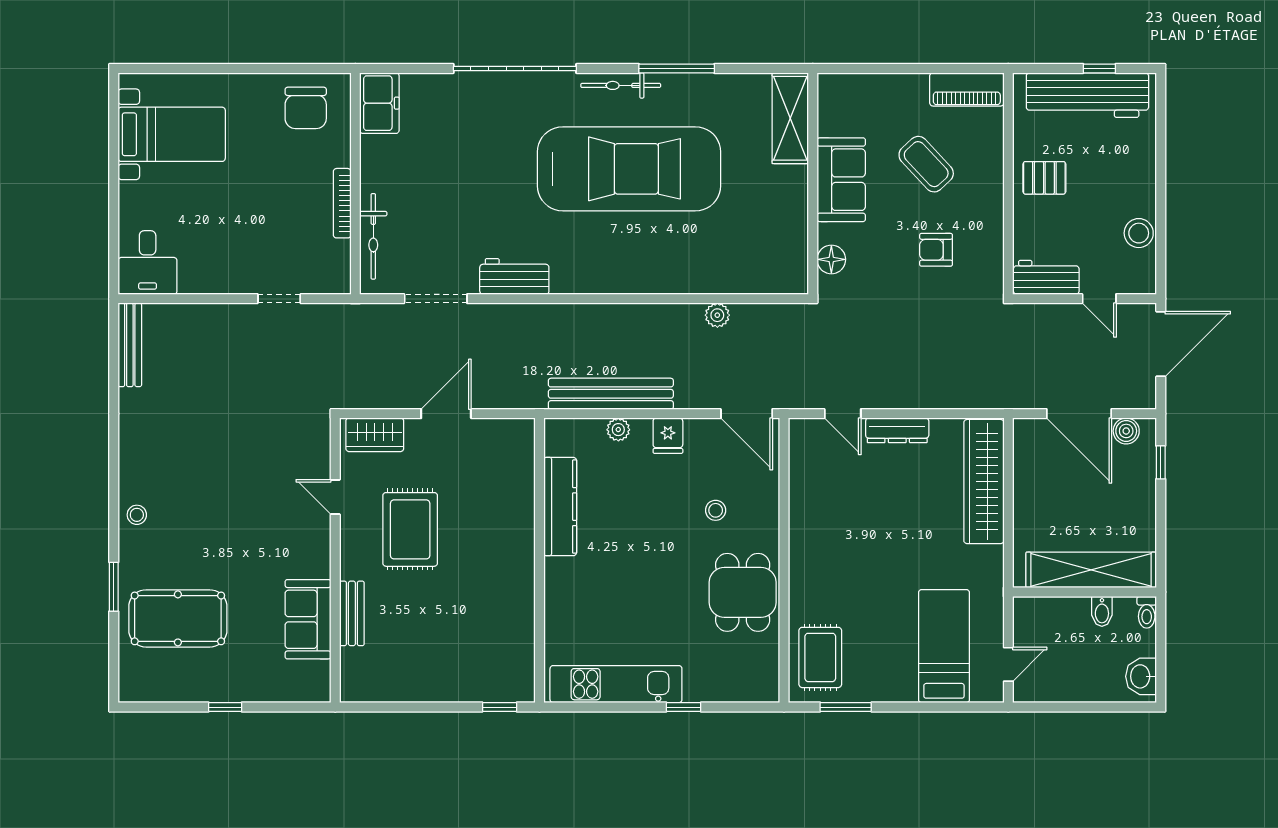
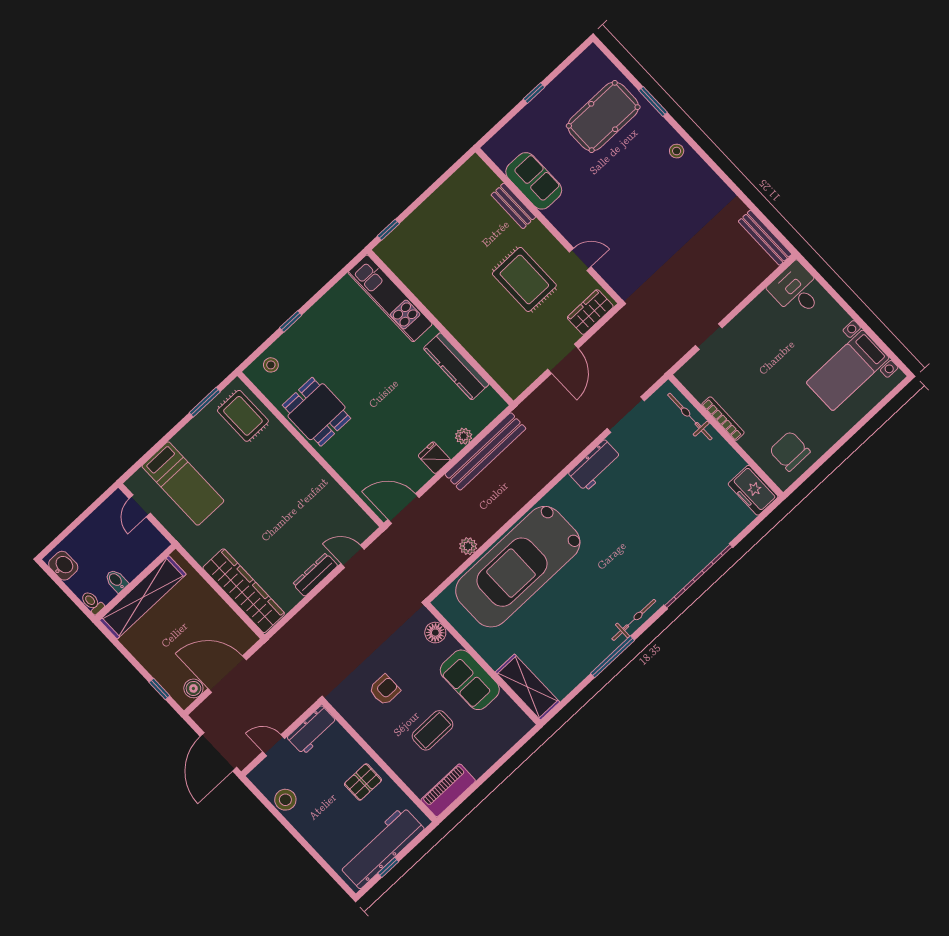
coffee table: (926, 164) -> (433, 730), turned -47
car: (629, 169) -> (518, 567), moved
stool: (716, 510) -> (271, 365), moved
kitchen unit: (616, 684) -> (390, 298), moved, turned 90

